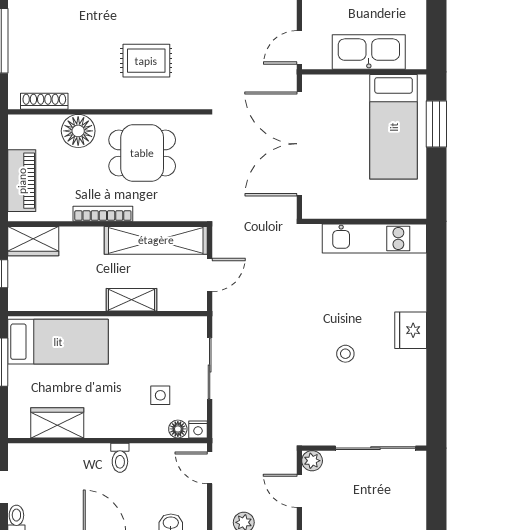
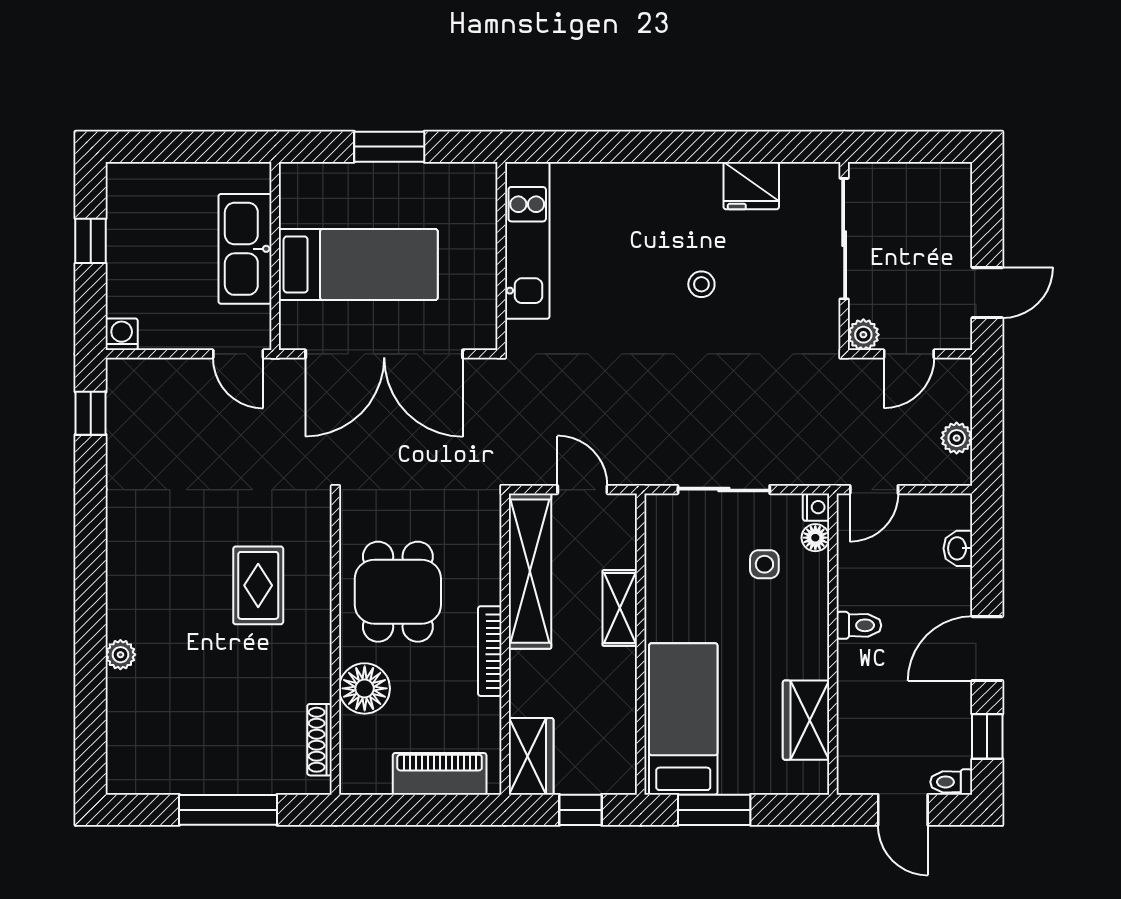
window: (436, 124) -> (389, 147), moved
bed: (394, 127) -> (358, 264), moved
fridge: (411, 330) -> (751, 186), moved

